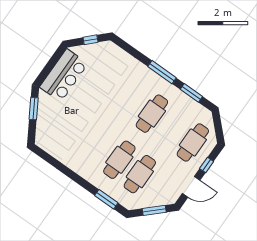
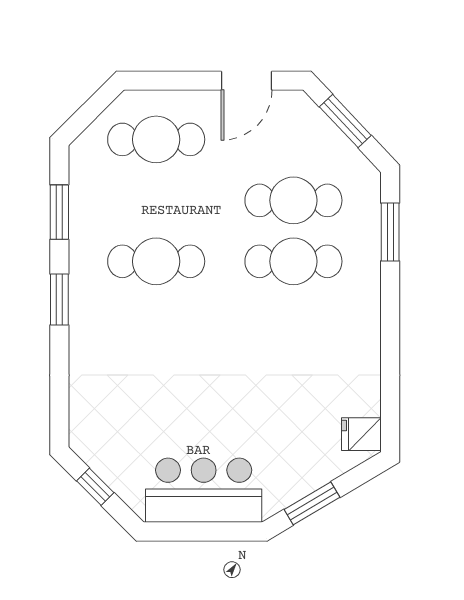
window: (162, 72) -> (59, 299), width x0.69
fridge: (45, 142) -> (361, 434), added
window: (207, 165) -> (182, 81), removed
door: (191, 187) -> (247, 81), swing flipped

